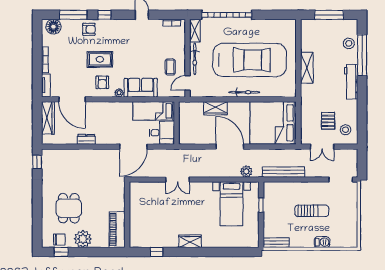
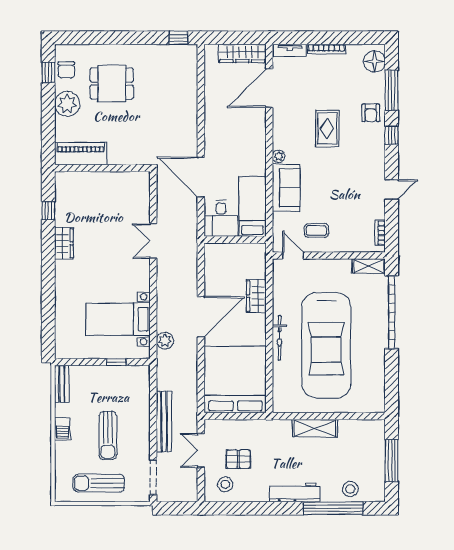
bicycle: (195, 59) -> (328, 266), removed
armchair: (102, 82) -> (294, 132), removed
dresser: (86, 139) -> (211, 109), removed
bench: (284, 172) -> (164, 422), moved
sun lounger: (345, 217) -> (99, 483), added
wardrobe: (190, 241) -> (64, 243), moved
barbecue: (322, 242) -> (62, 429), moved

